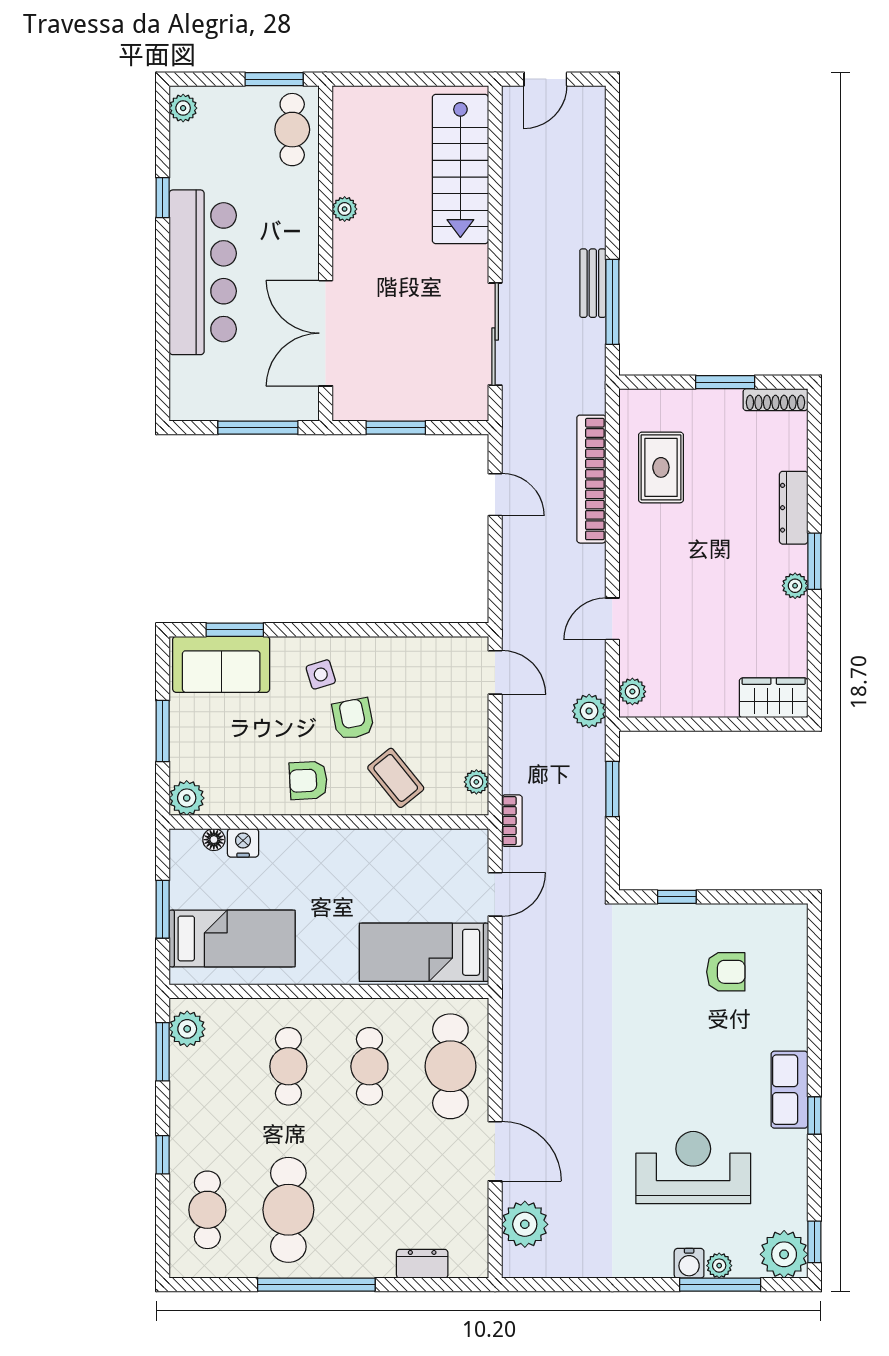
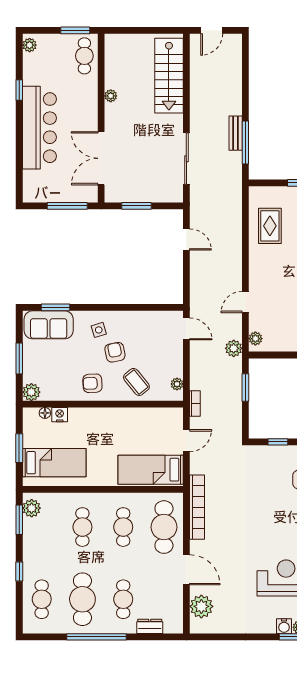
bookcase: (591, 479) -> (197, 507), moved, turned 180
cafe table: (369, 1210) -> (123, 599), added

